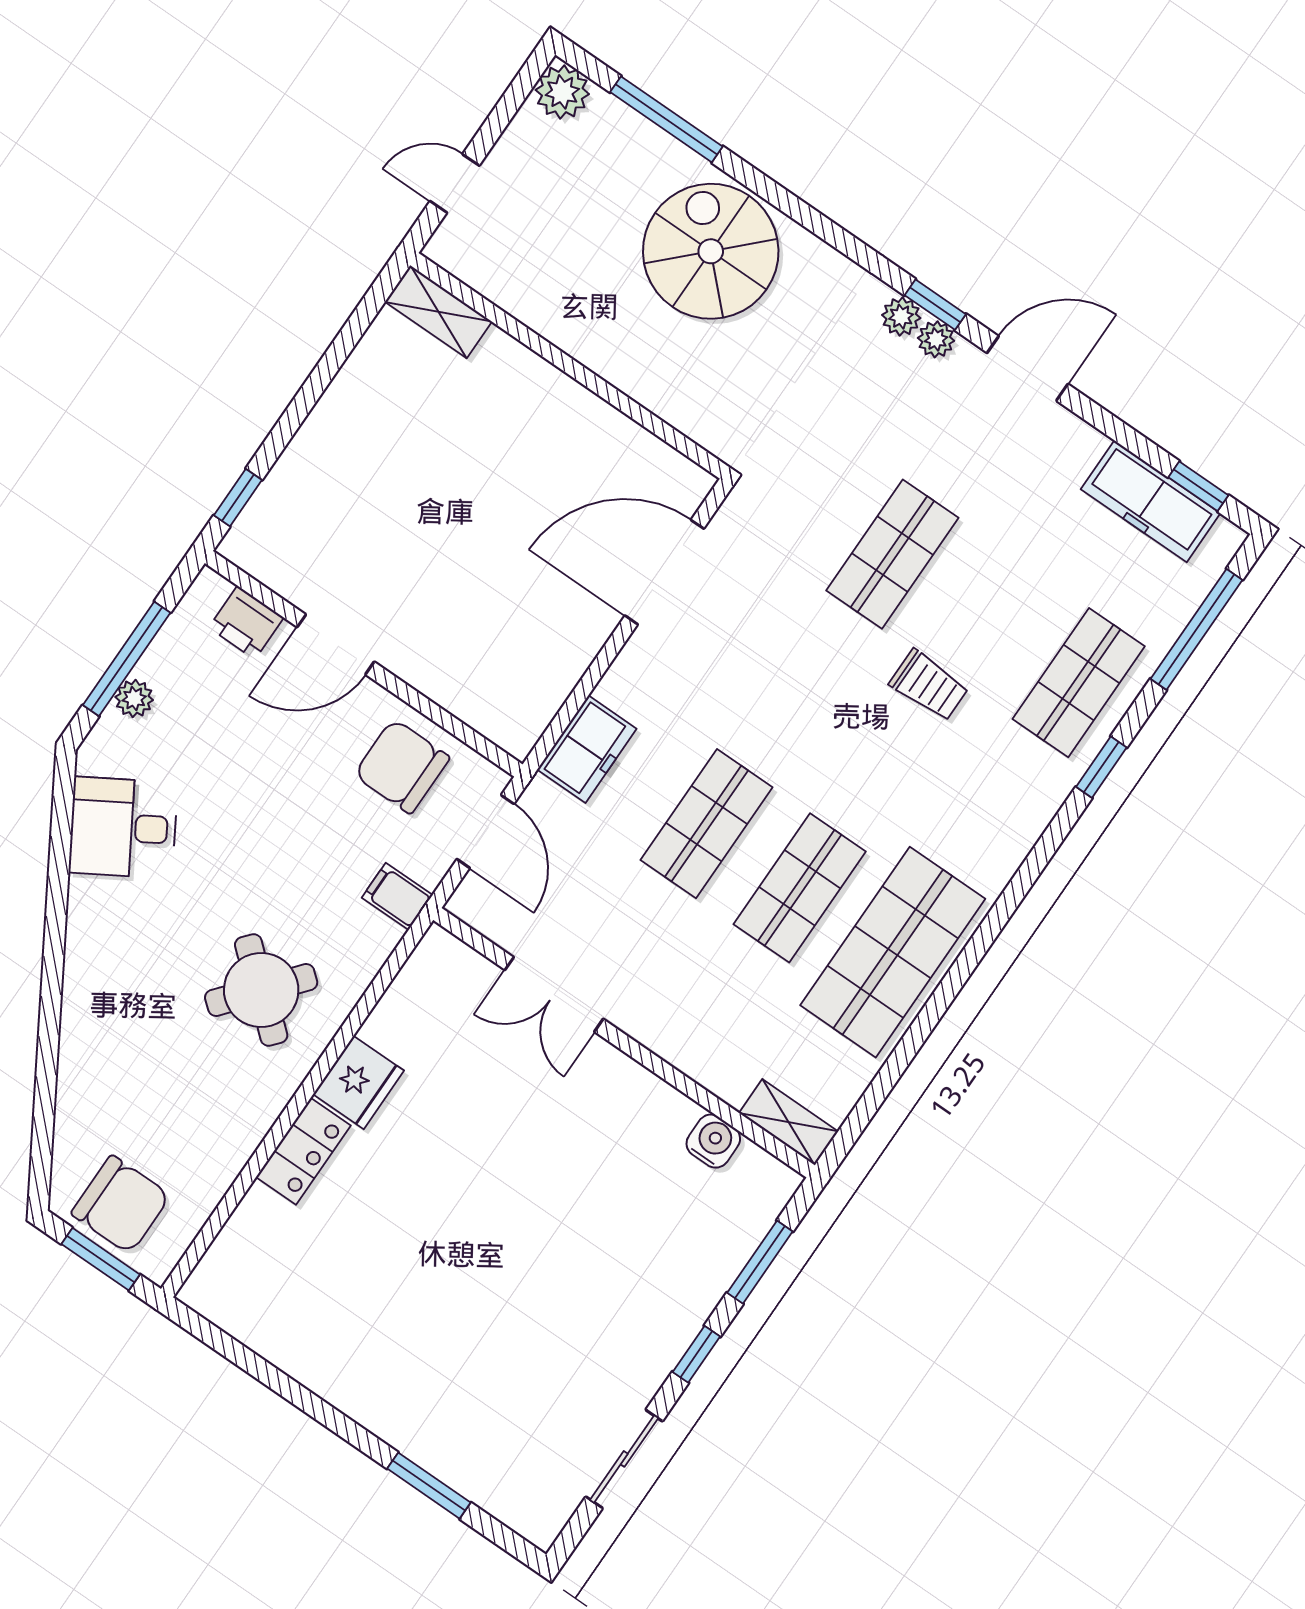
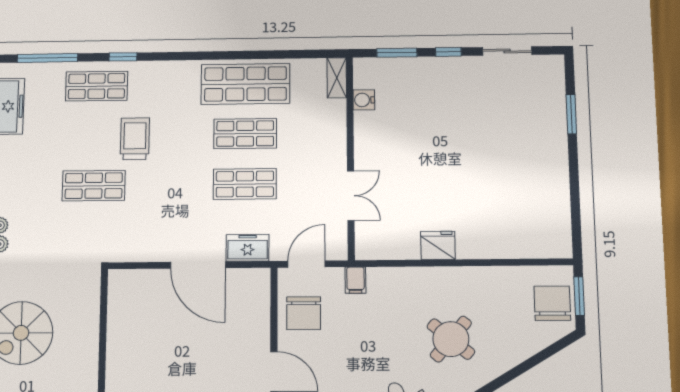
door: (664, 572) -> (198, 265), moved
trolley: (929, 685) -> (135, 139), width x1.36, depth x1.39
round table: (261, 990) -> (451, 339), moved
locker: (303, 1151) -> (480, 248), removed

